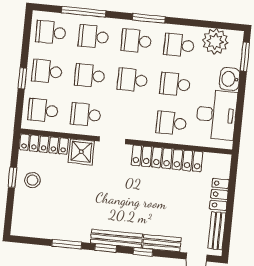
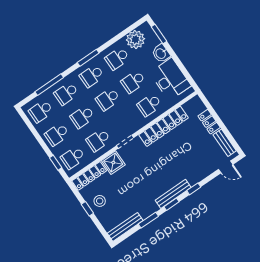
window: (22, 78) -> (56, 163), moved
bench: (162, 243) -> (125, 227), moved, width x1.36

